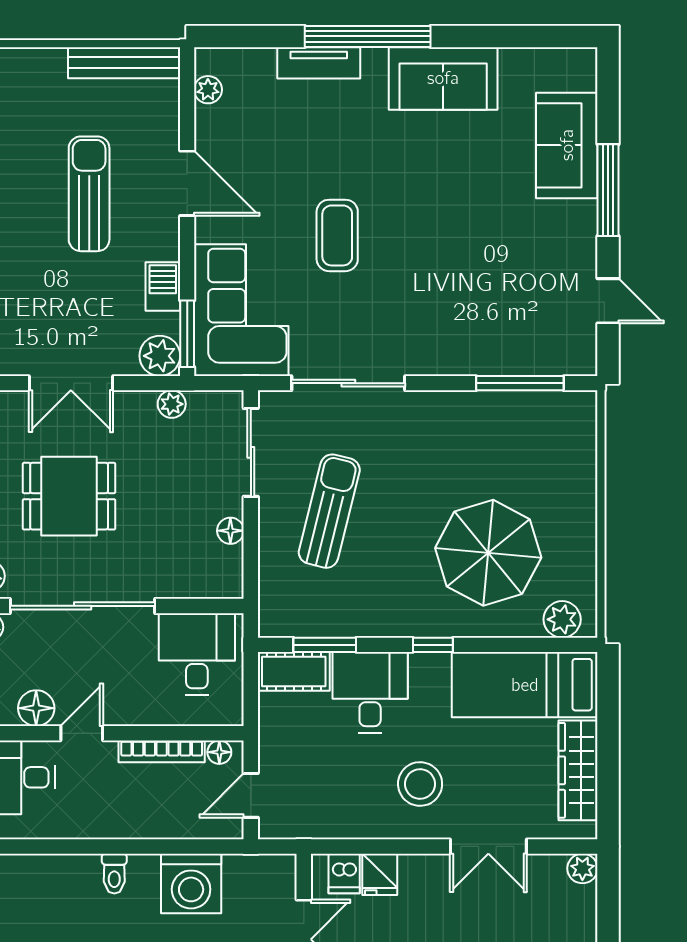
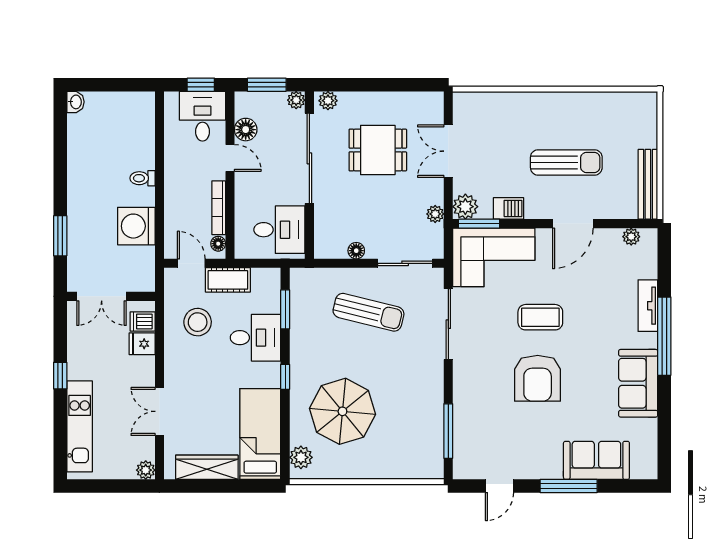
armchair: (435, 240) -> (538, 378), added
dining table: (69, 496) -> (378, 150), turned 90
cot: (294, 671) -> (228, 280), moved, turned 90
stool: (420, 784) -> (198, 322), moved

